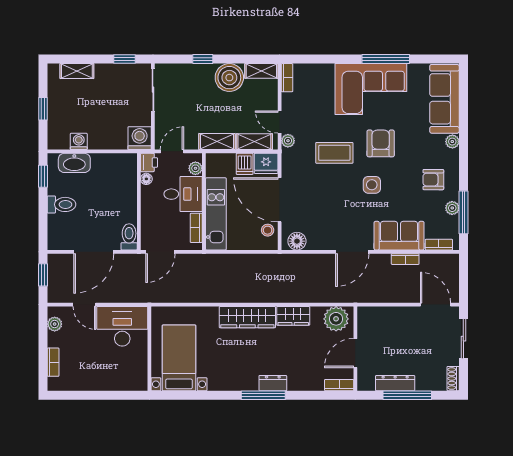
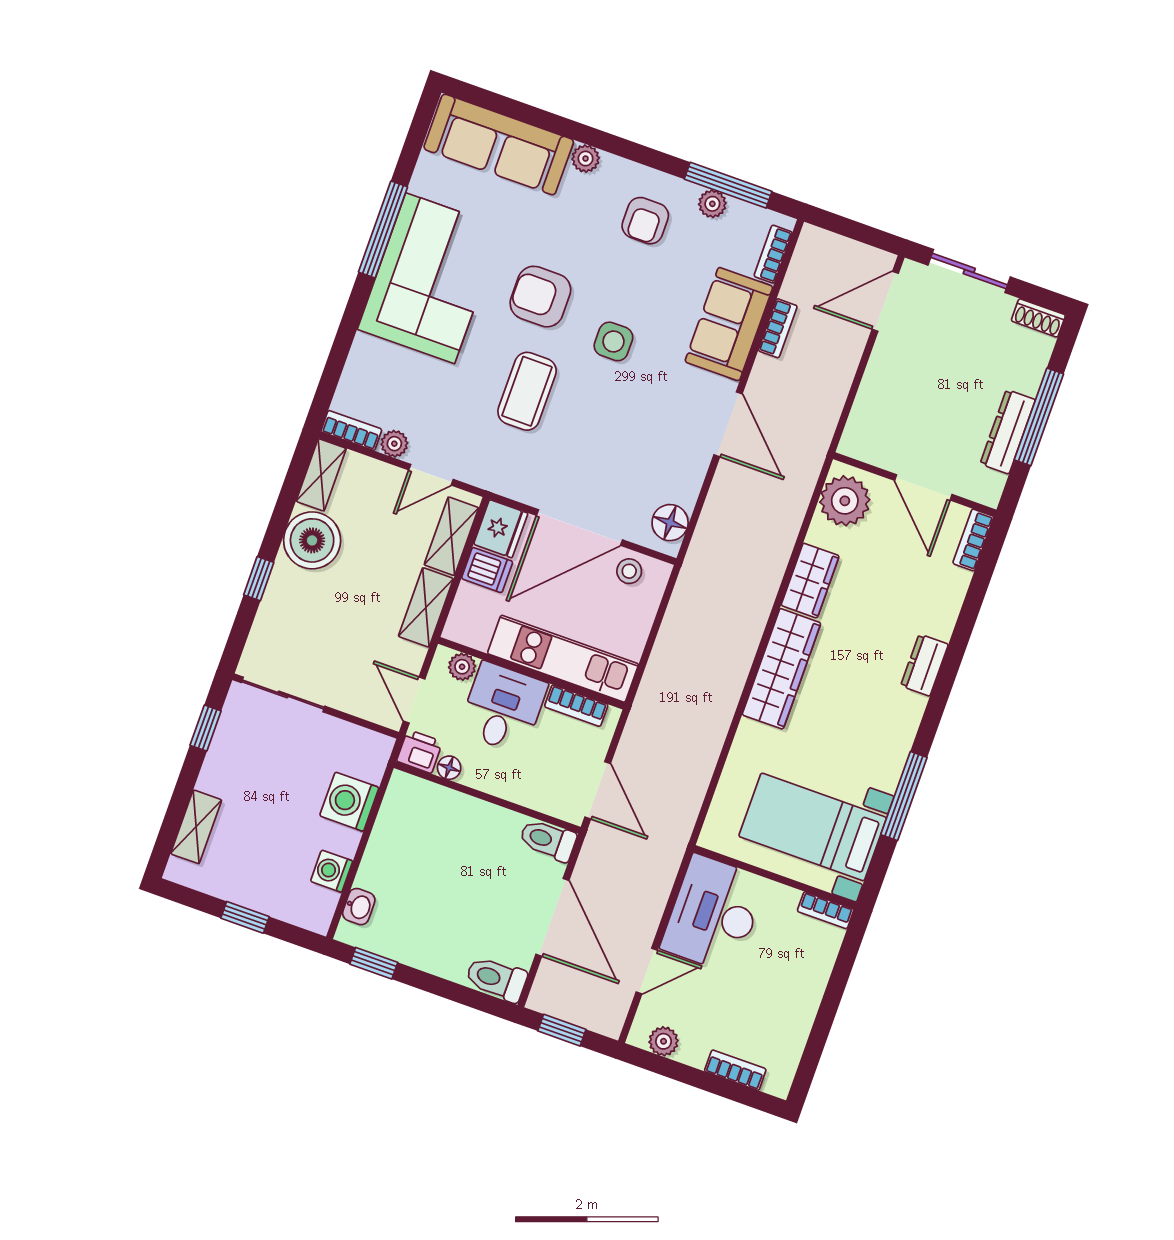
washing machine: (140, 138) -> (349, 802), moved
plant: (288, 141) -> (394, 444), moved
washbasin: (74, 163) -> (359, 907), width x0.52, depth x0.69
toilet: (62, 204) -> (496, 979), moved, turned -90
bookcase: (142, 378) -> (826, 910), added
window: (263, 395) -> (904, 796), moved

